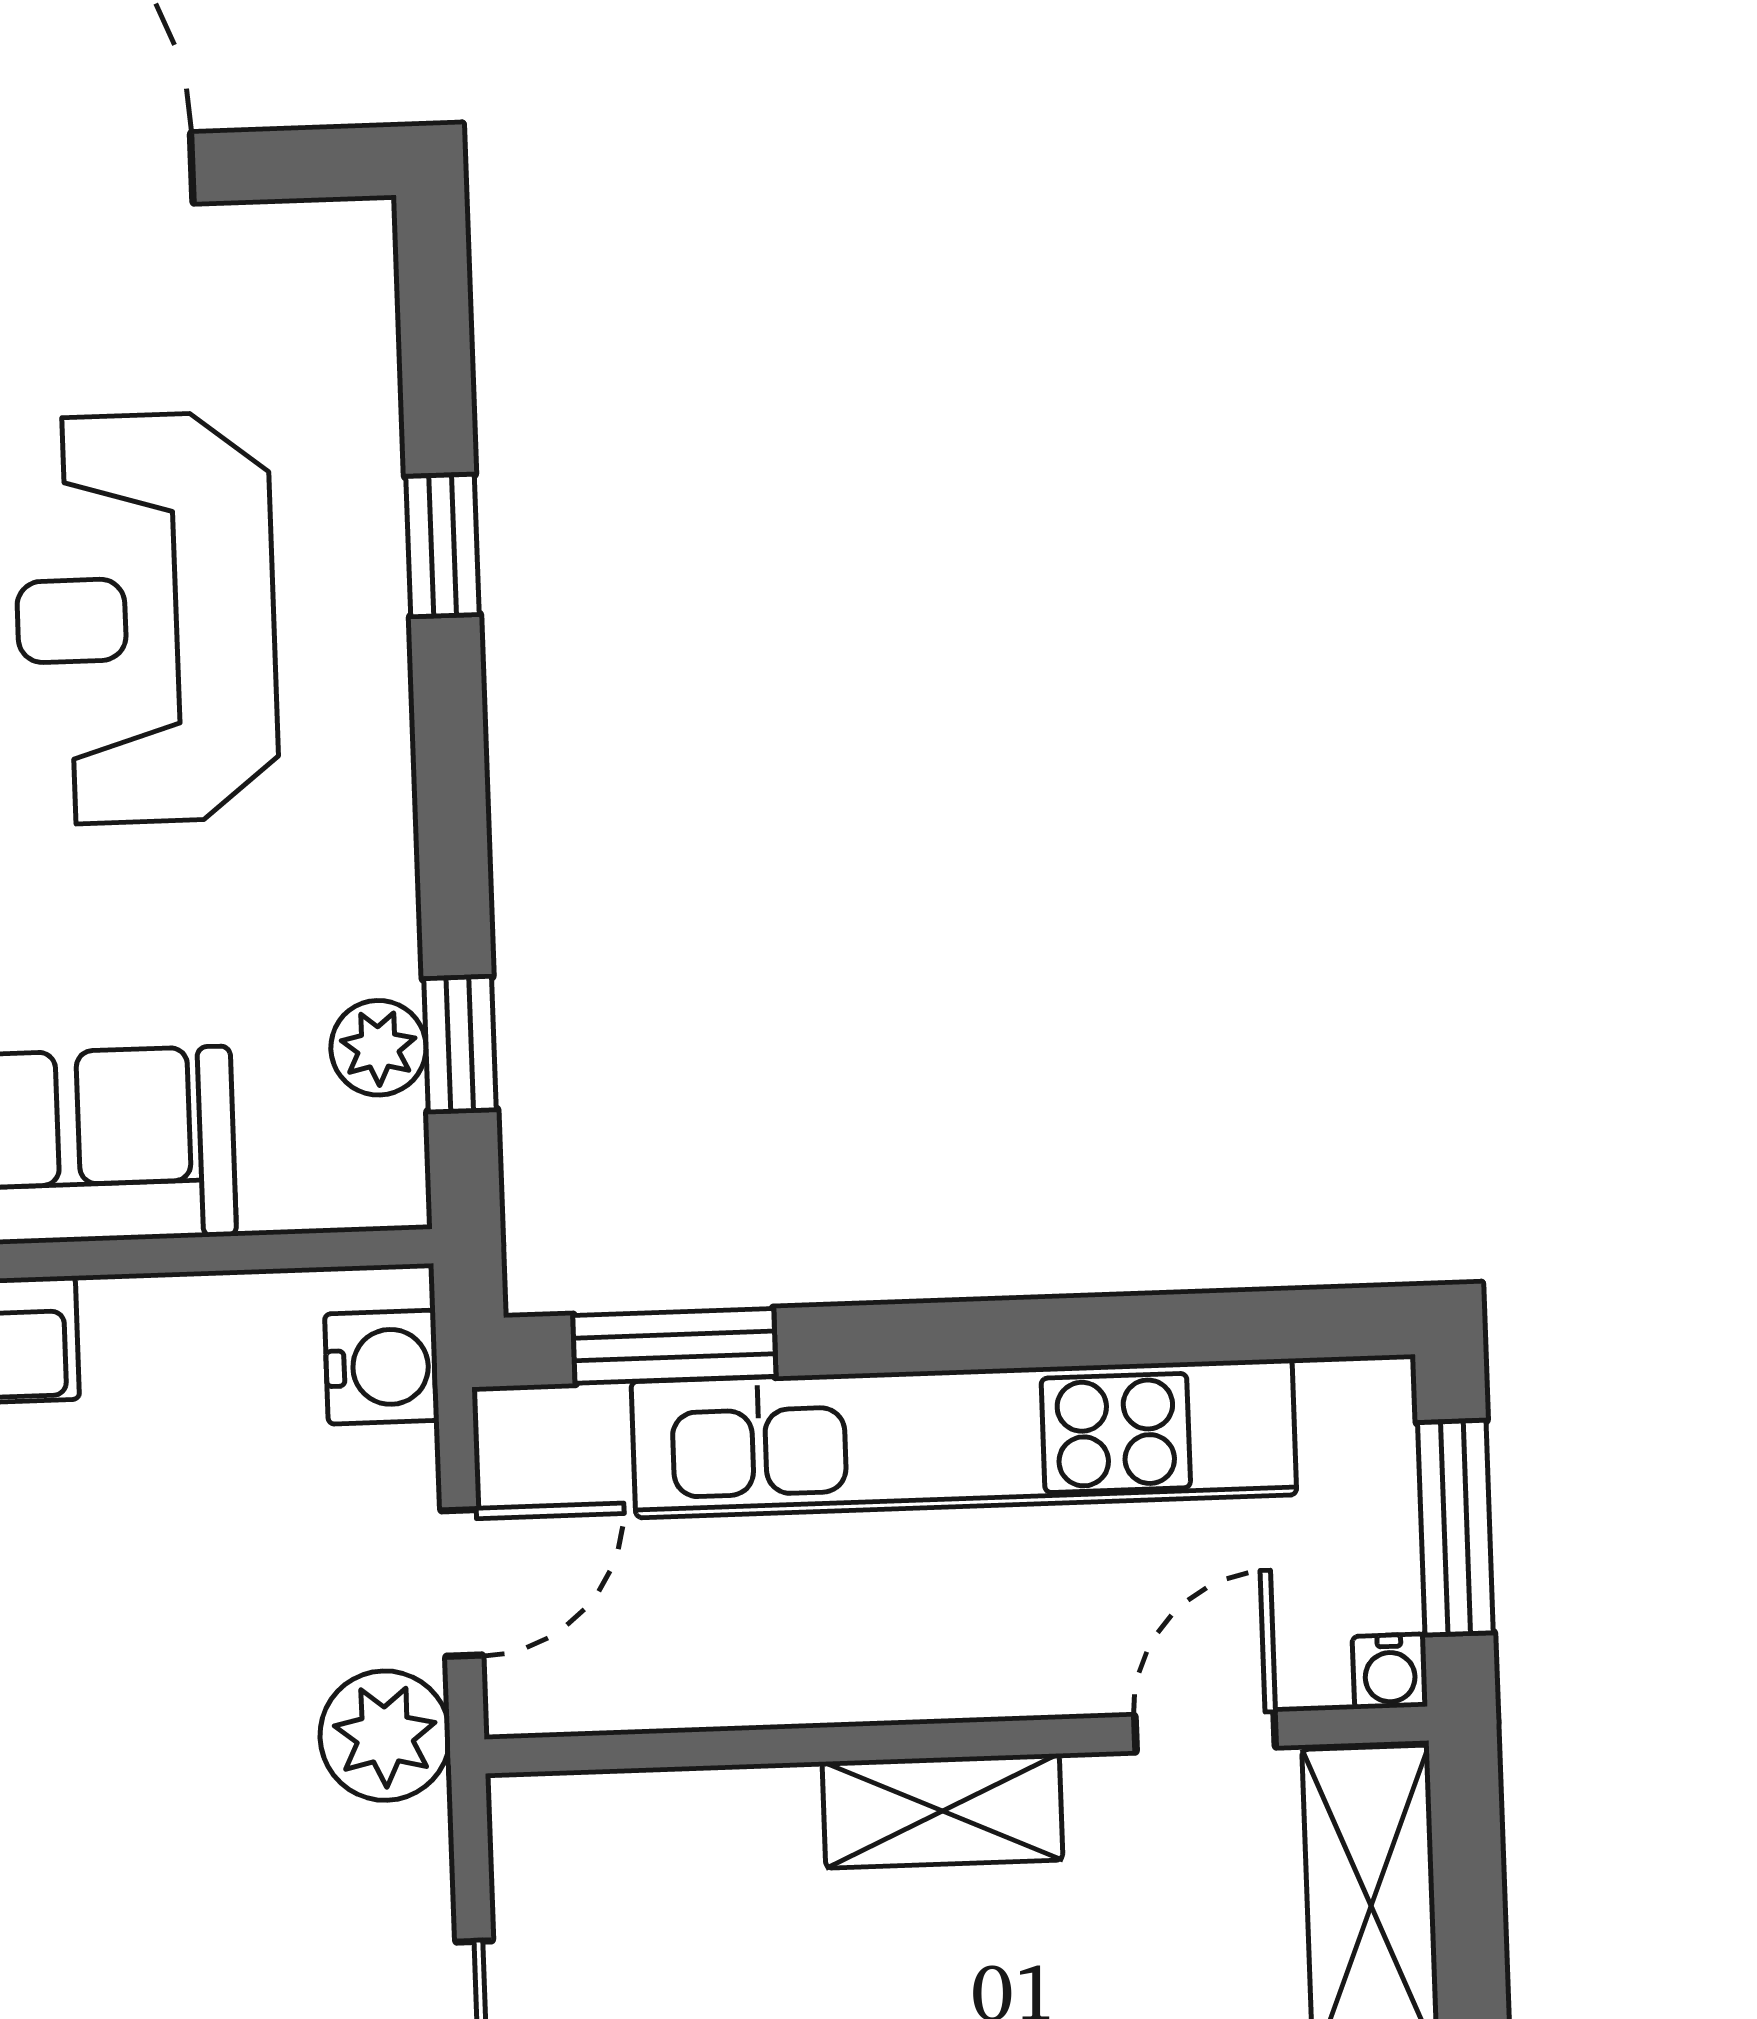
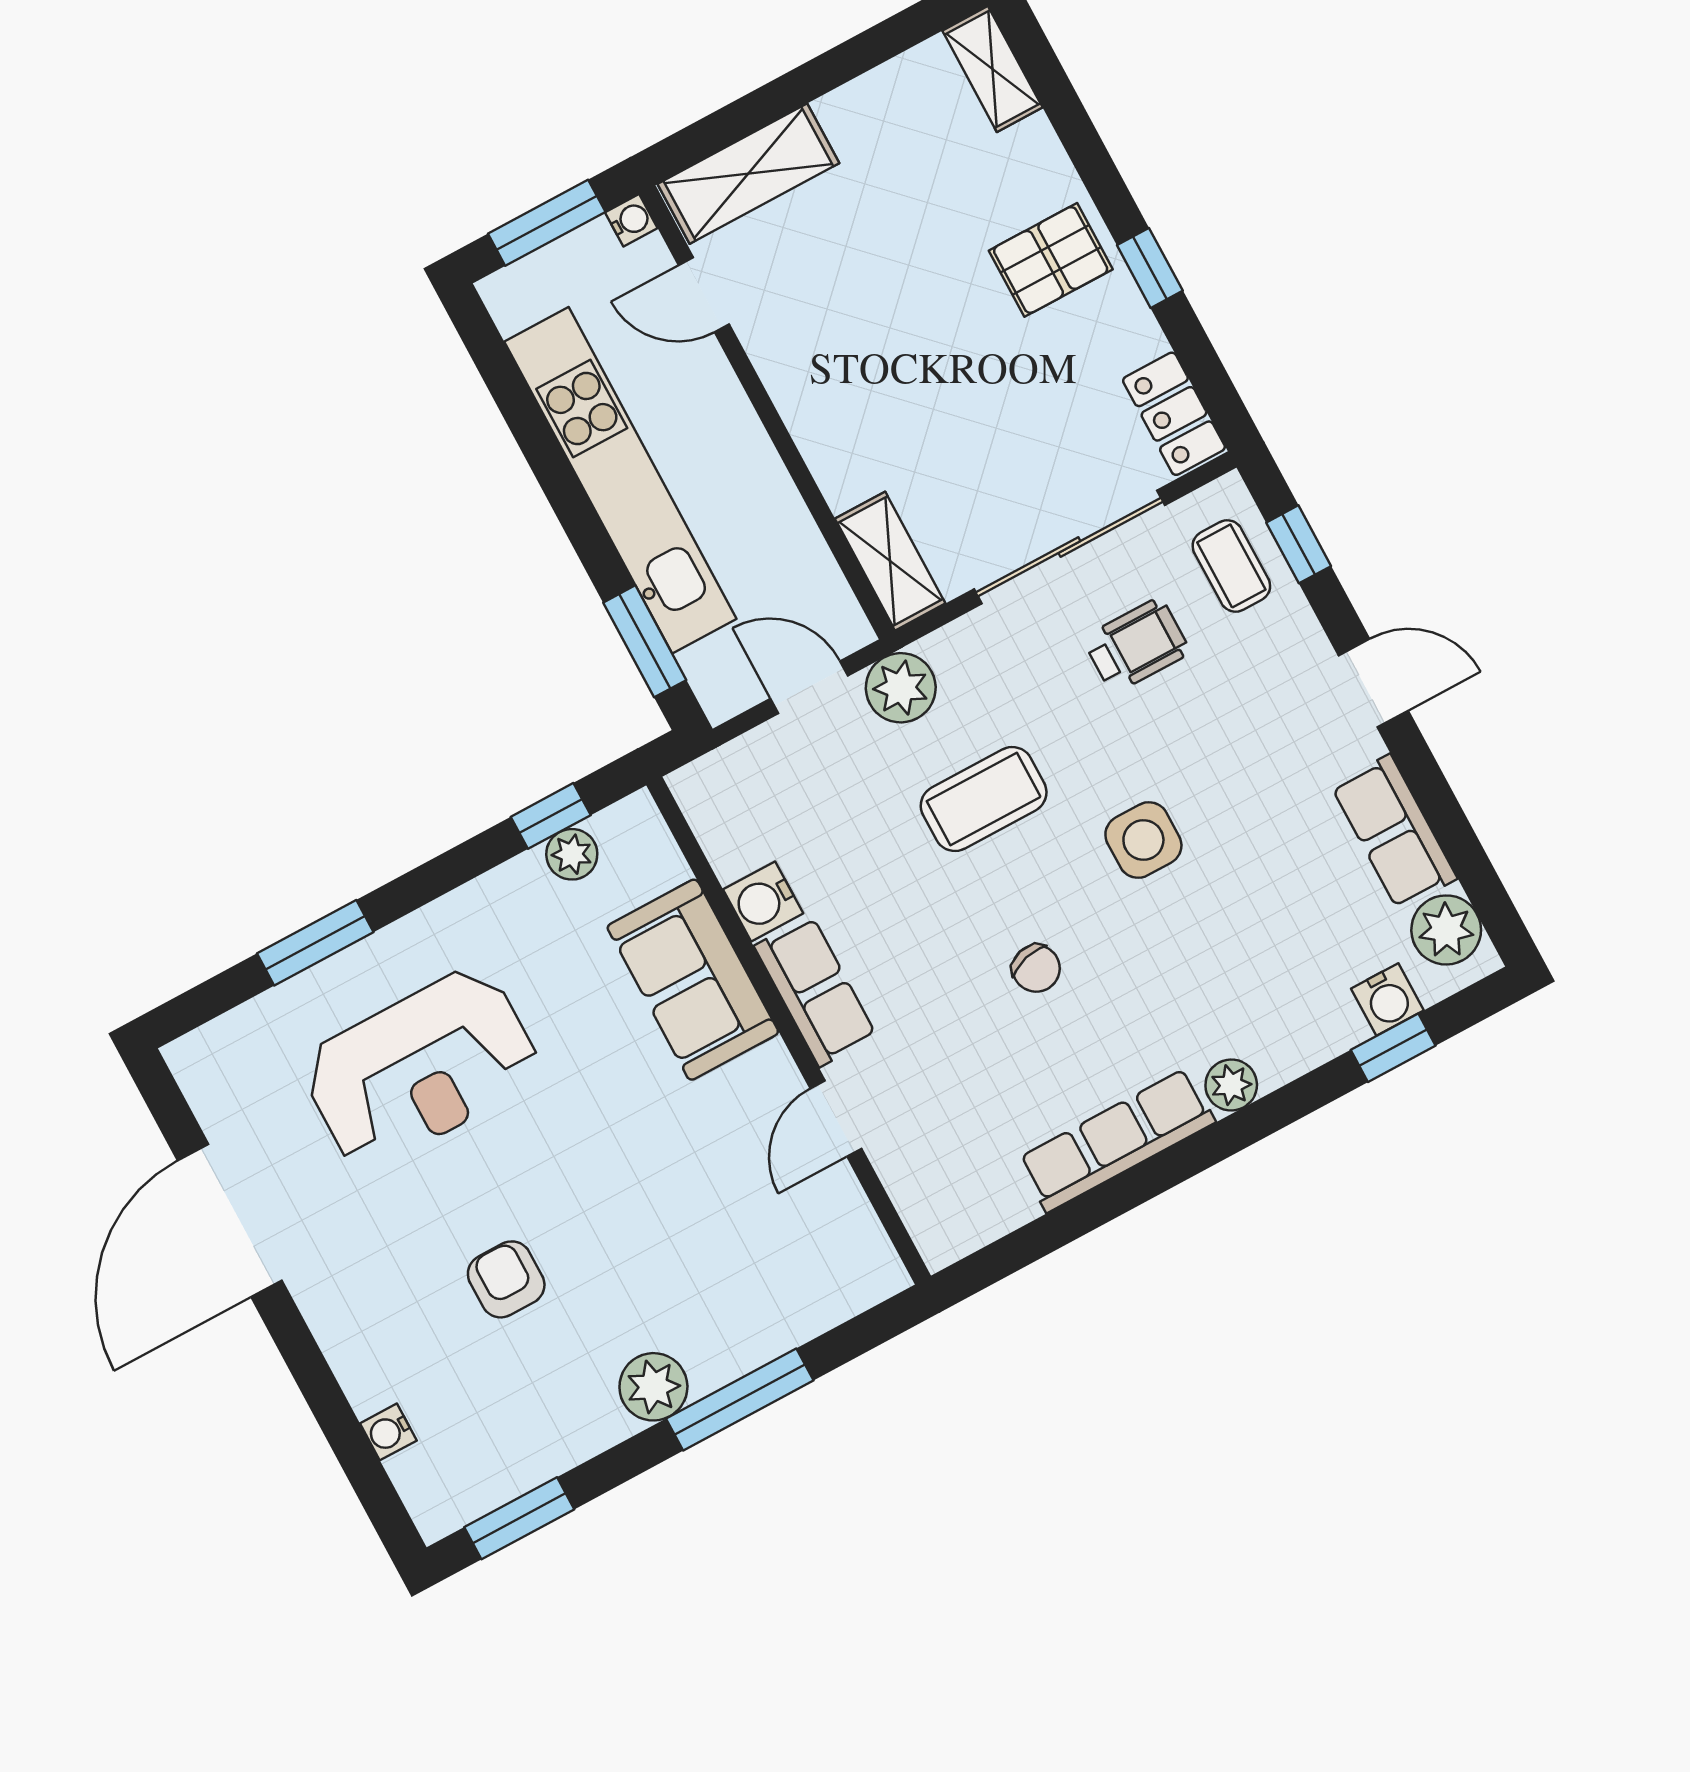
window: (443, 545) -> (315, 943), width x1.50
water cooler: (382, 1367) -> (763, 901), moved, turned -90
coffee table: (130, 1782) -> (984, 799), added
shelving: (942, 1811) -> (890, 561), moved

